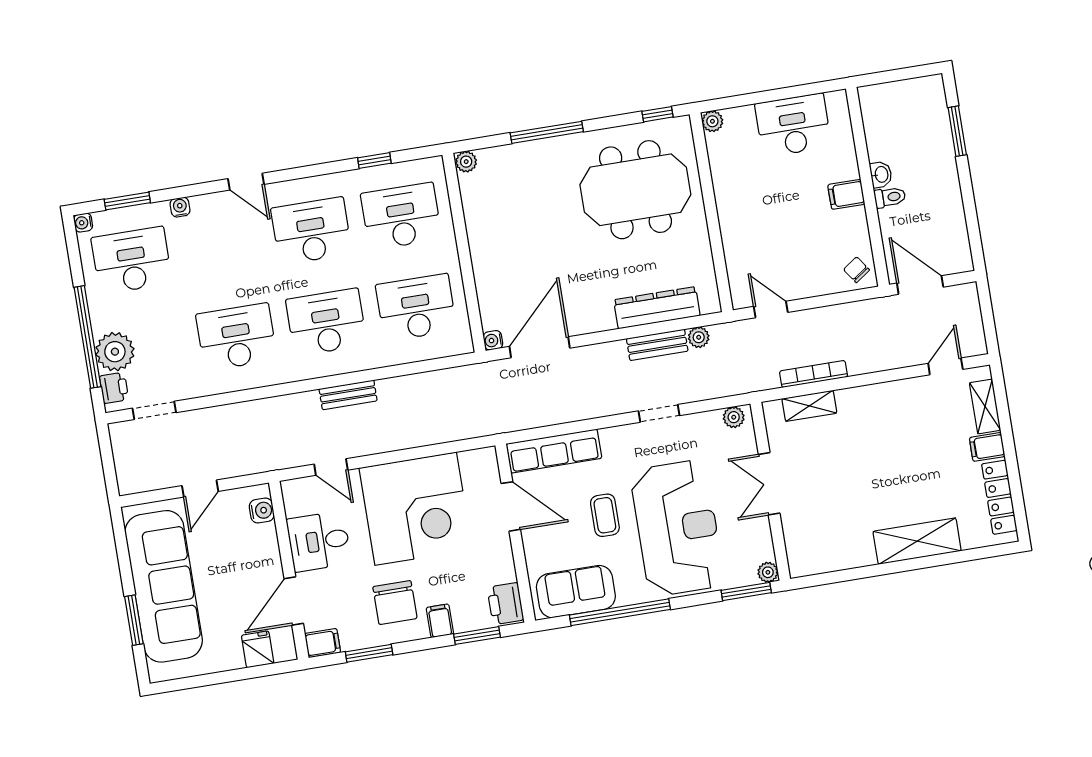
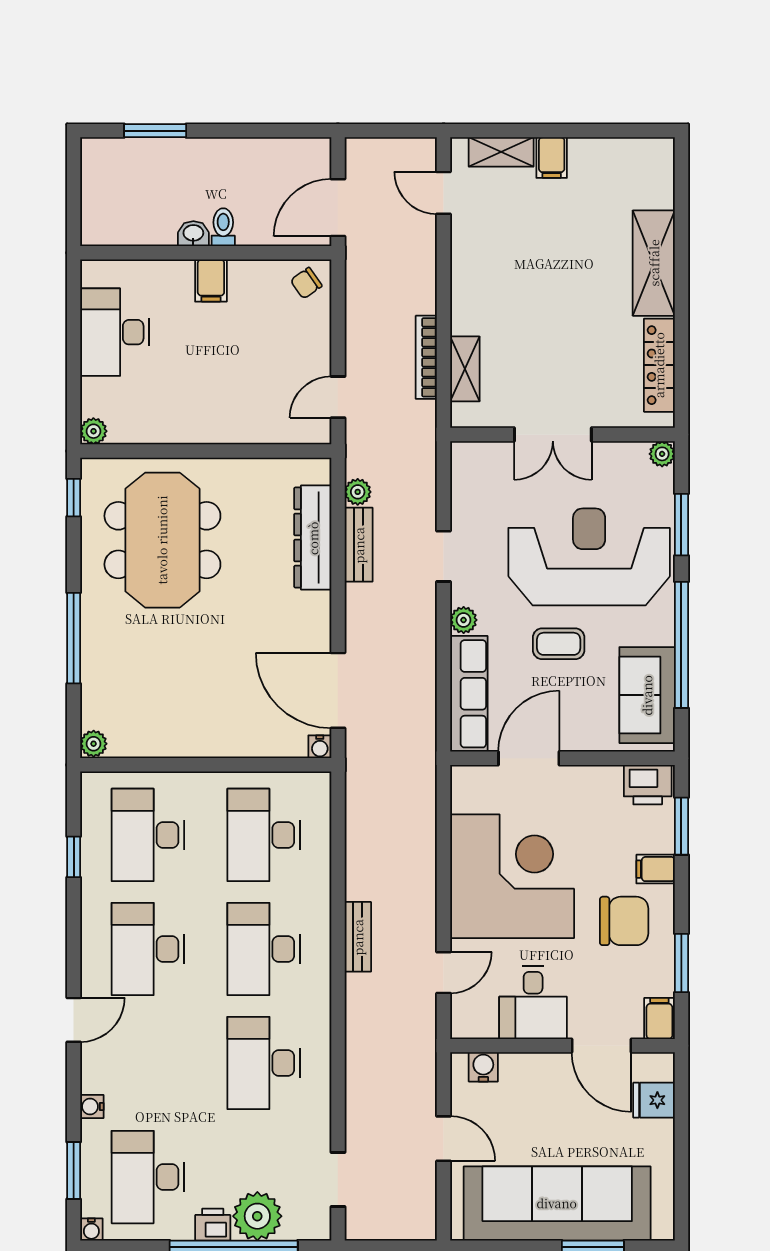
printer: (114, 388) -> (213, 1225), moved
plant: (734, 417) -> (464, 620), moved
locker: (999, 497) -> (659, 365), moved, turned 90
window: (746, 591) -> (681, 525), moved

